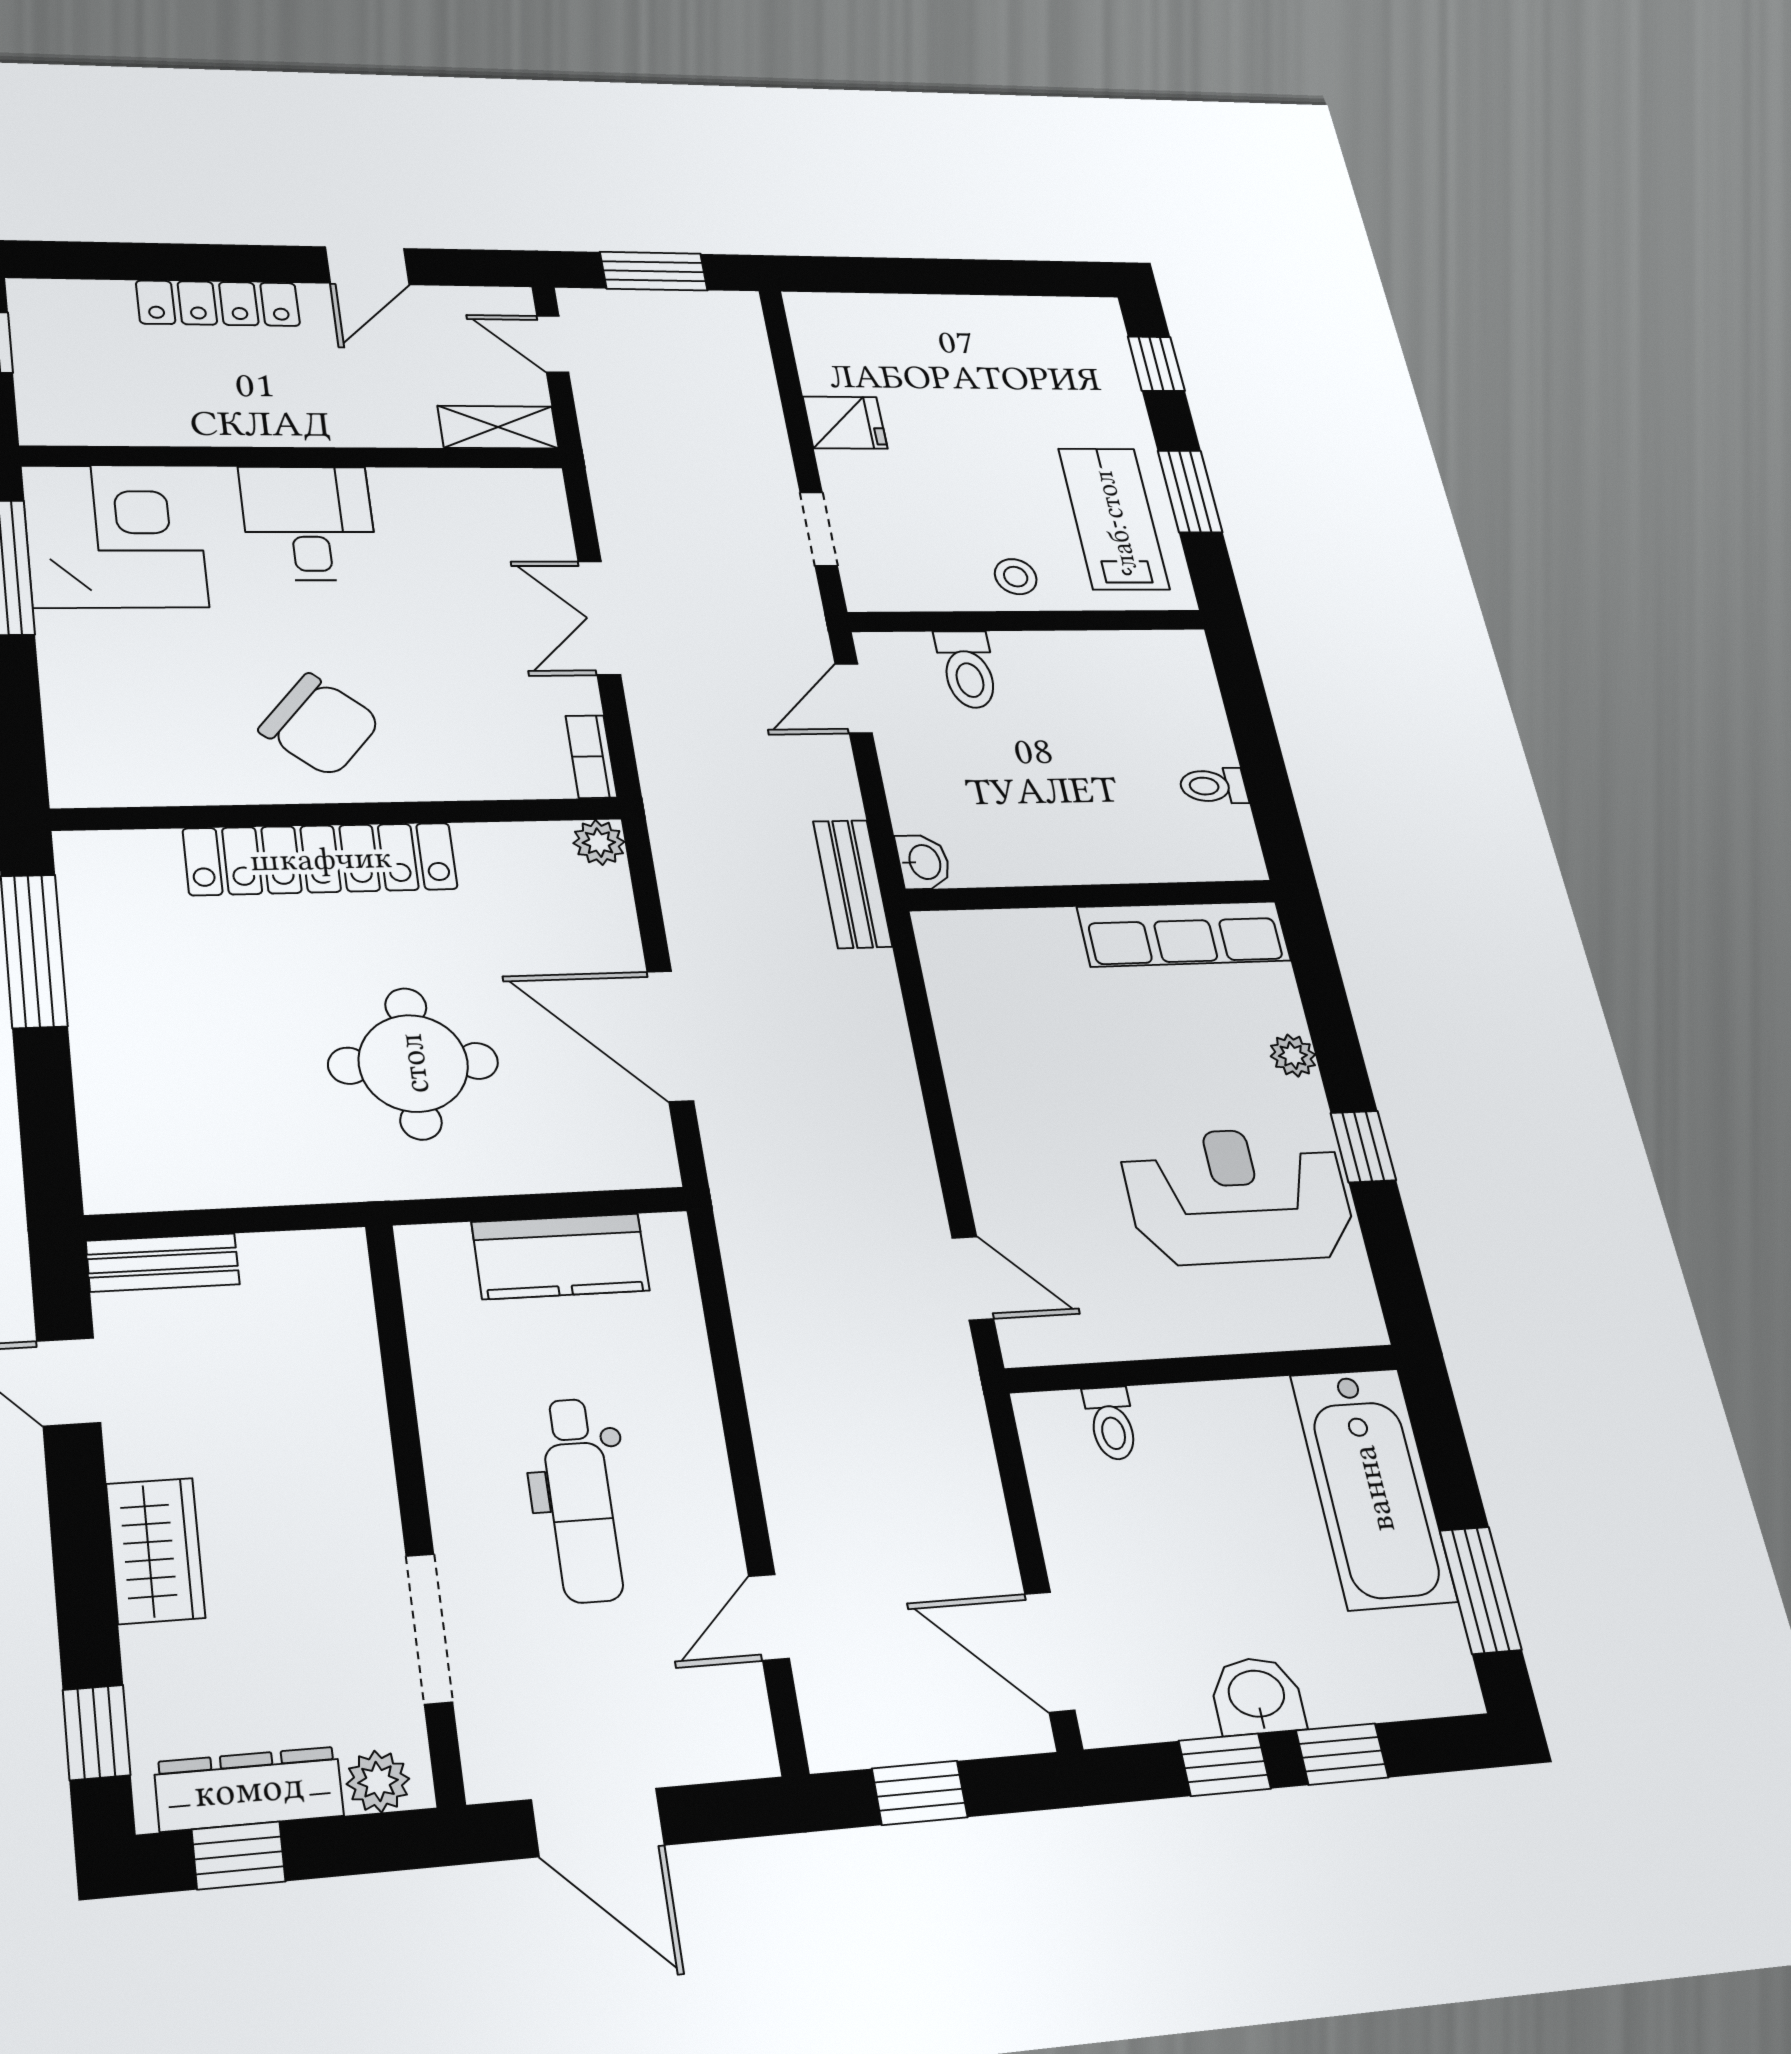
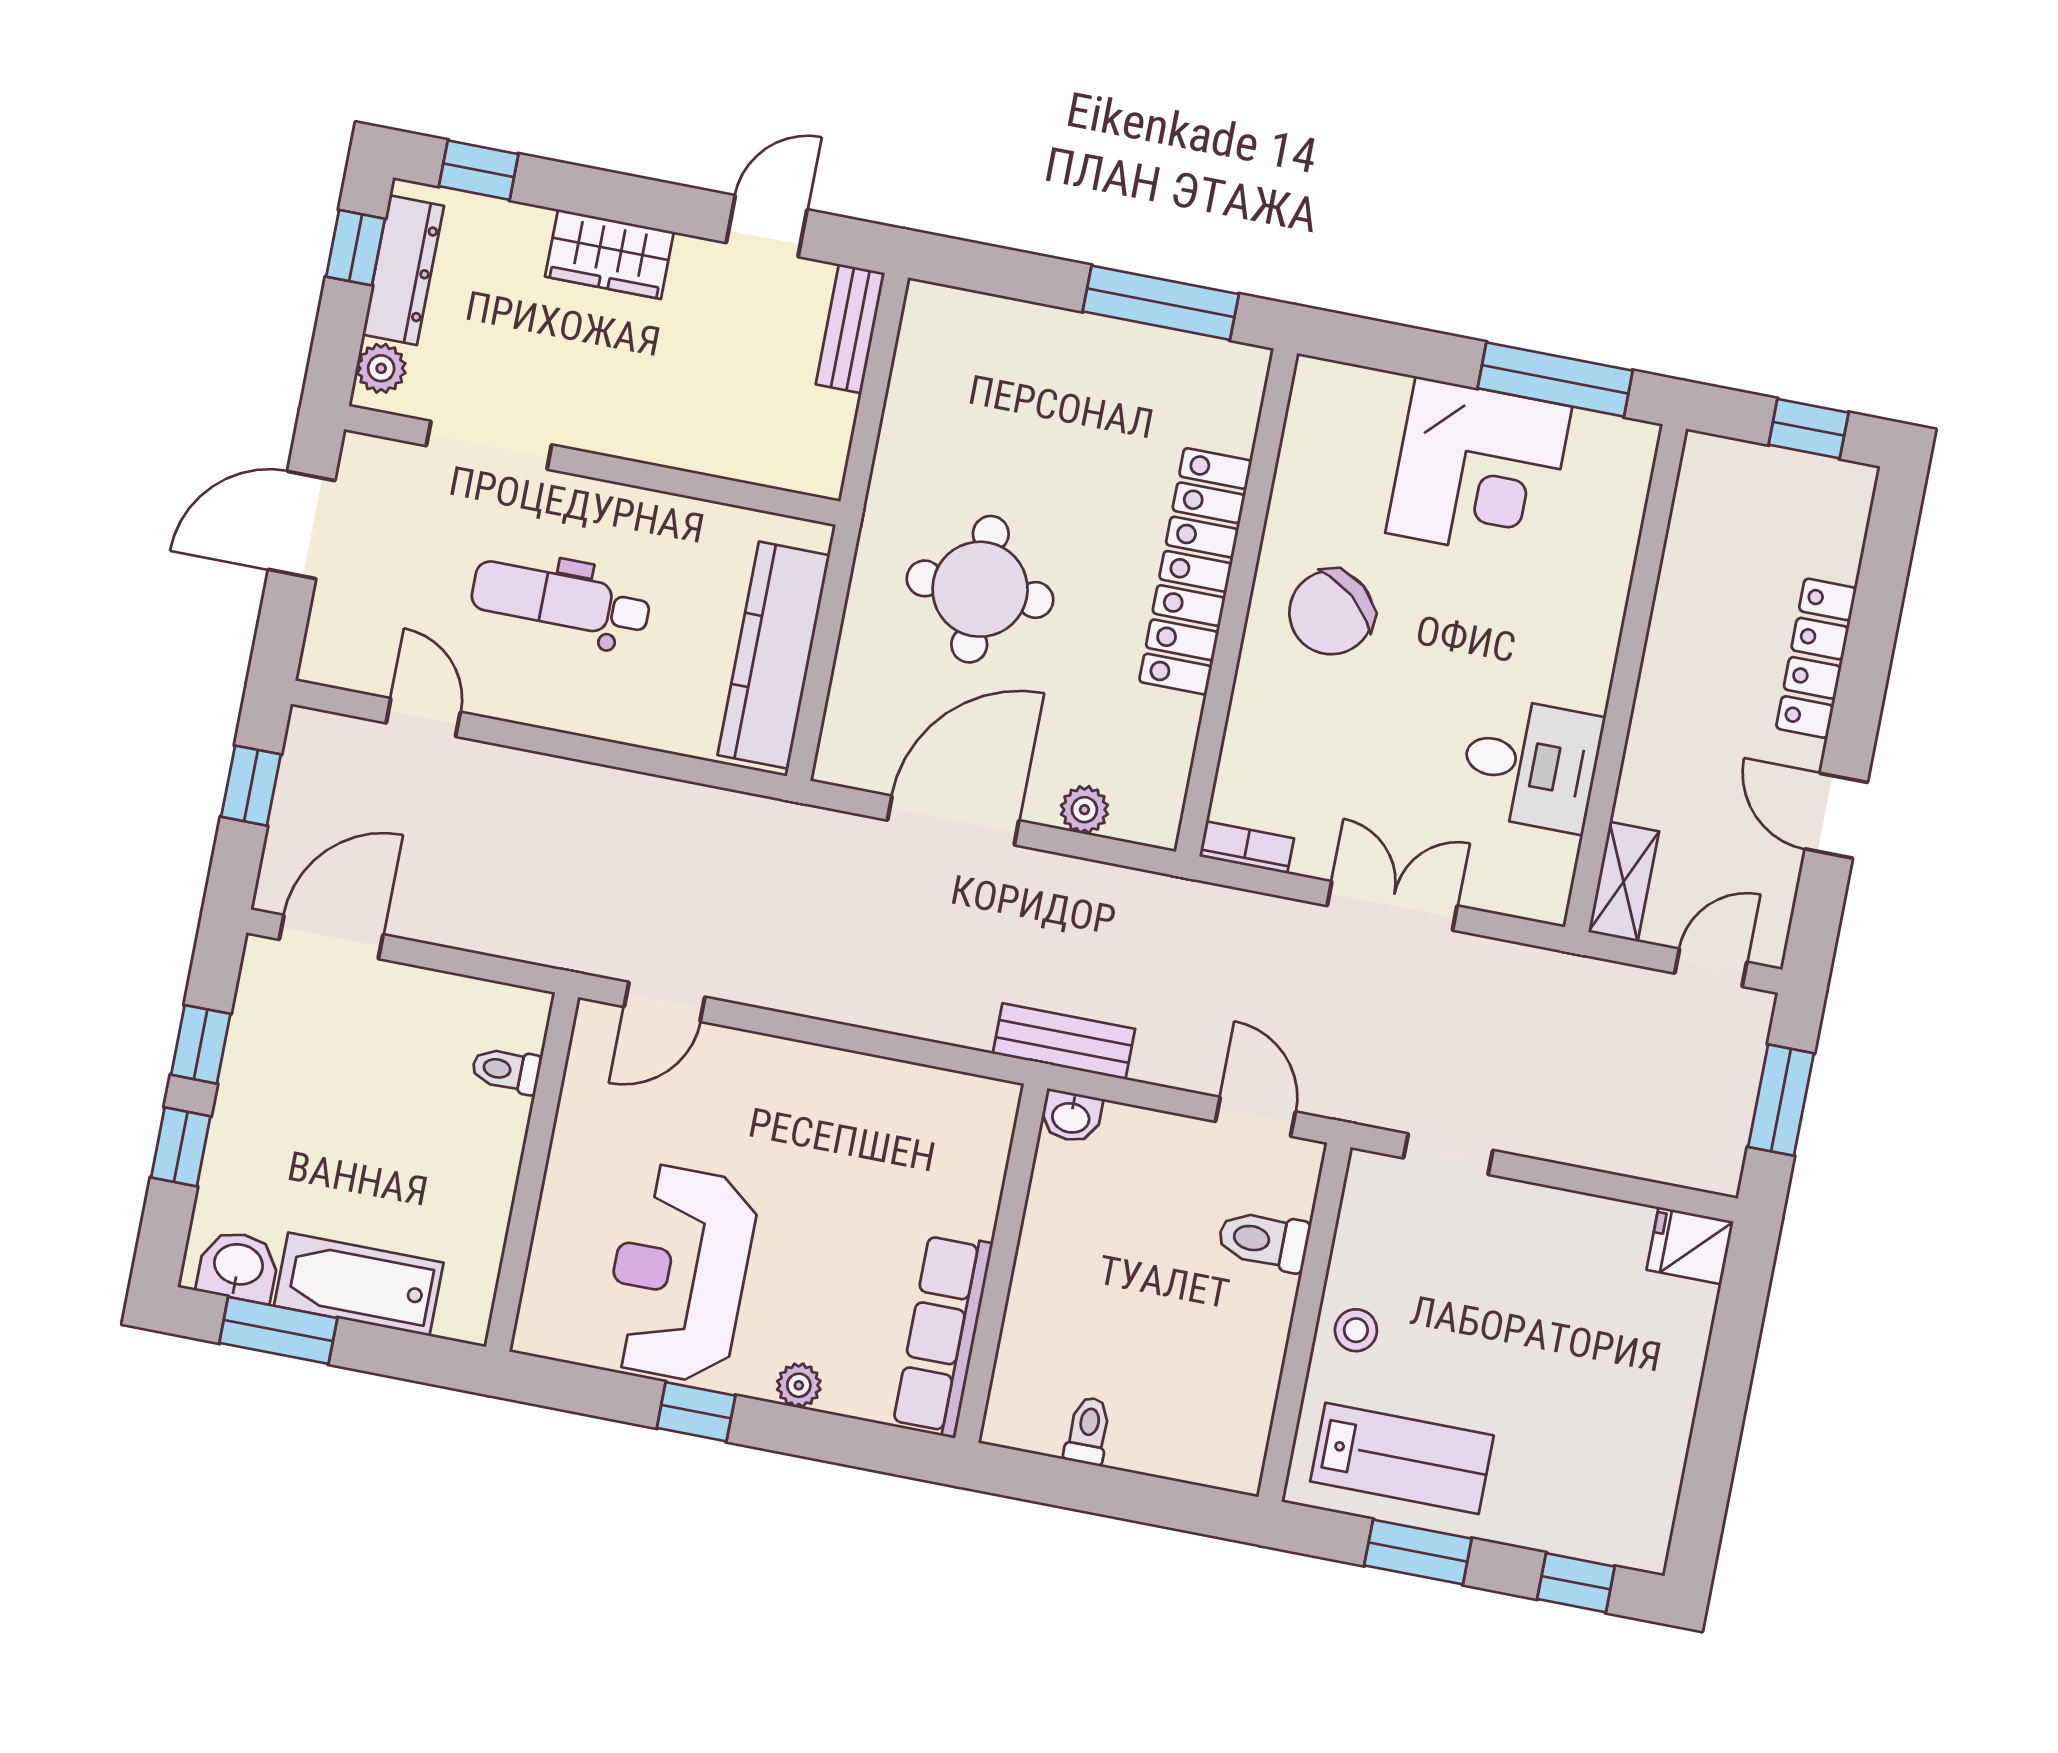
fridge: (845, 423) -> (1690, 1246), moved, turned 90
desk: (309, 523) -> (1531, 764), moved
corner desk: (115, 536) -> (1479, 470), moved
plant: (599, 843) -> (1084, 810), moved
reception desk: (1238, 1196) -> (679, 1273), turned 180
kitchen counter: (561, 1256) -> (774, 655), width x1.50
bathtub: (1373, 1488) -> (359, 1284), width x0.73, depth x0.73
washbasin: (1257, 1696) -> (238, 1266), moved, turned -90

